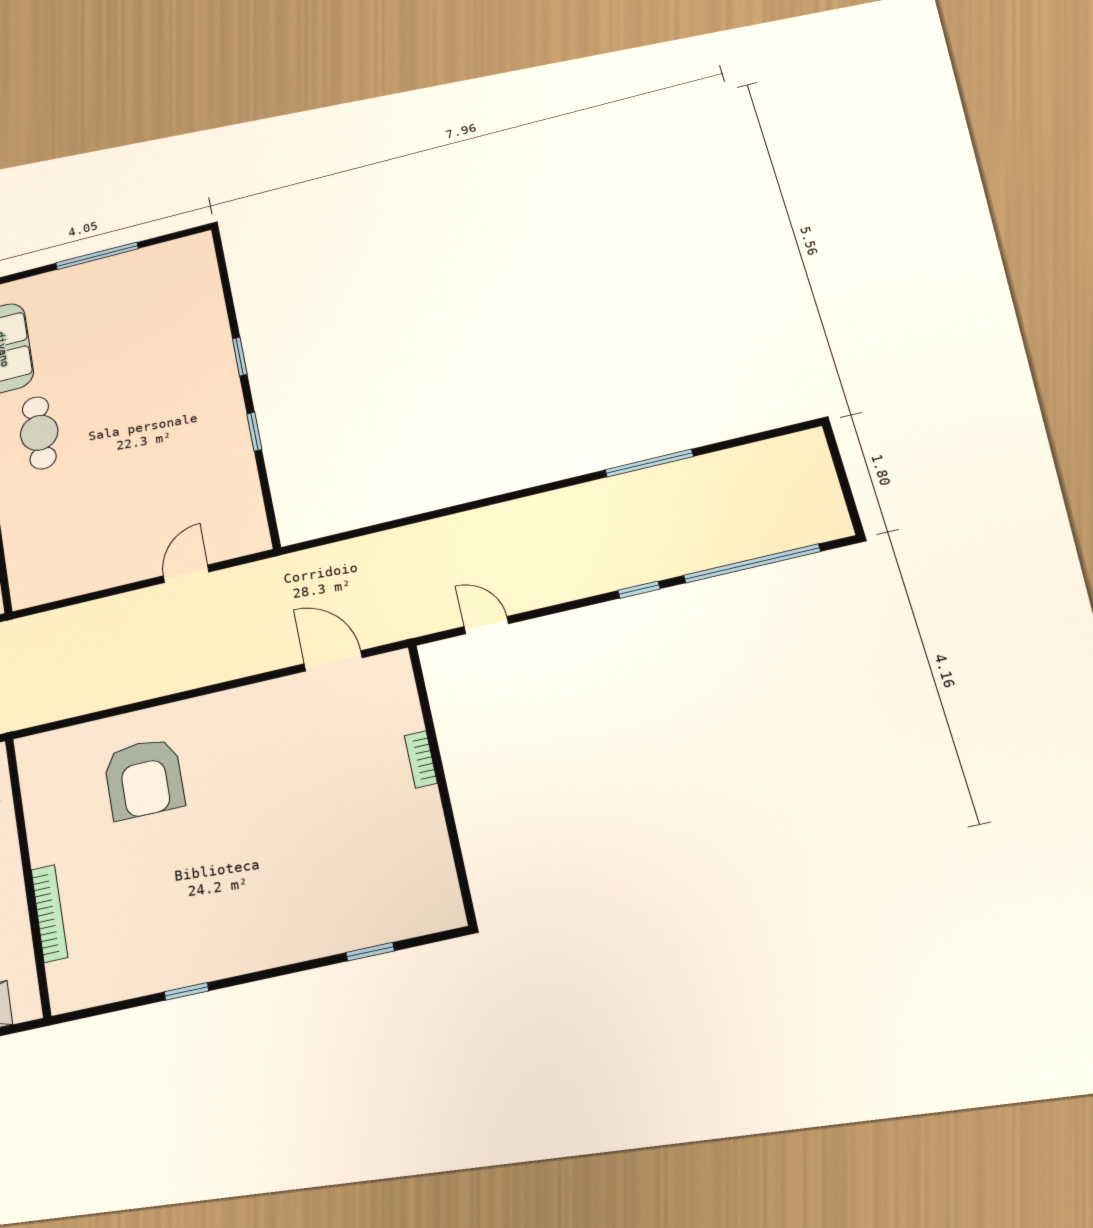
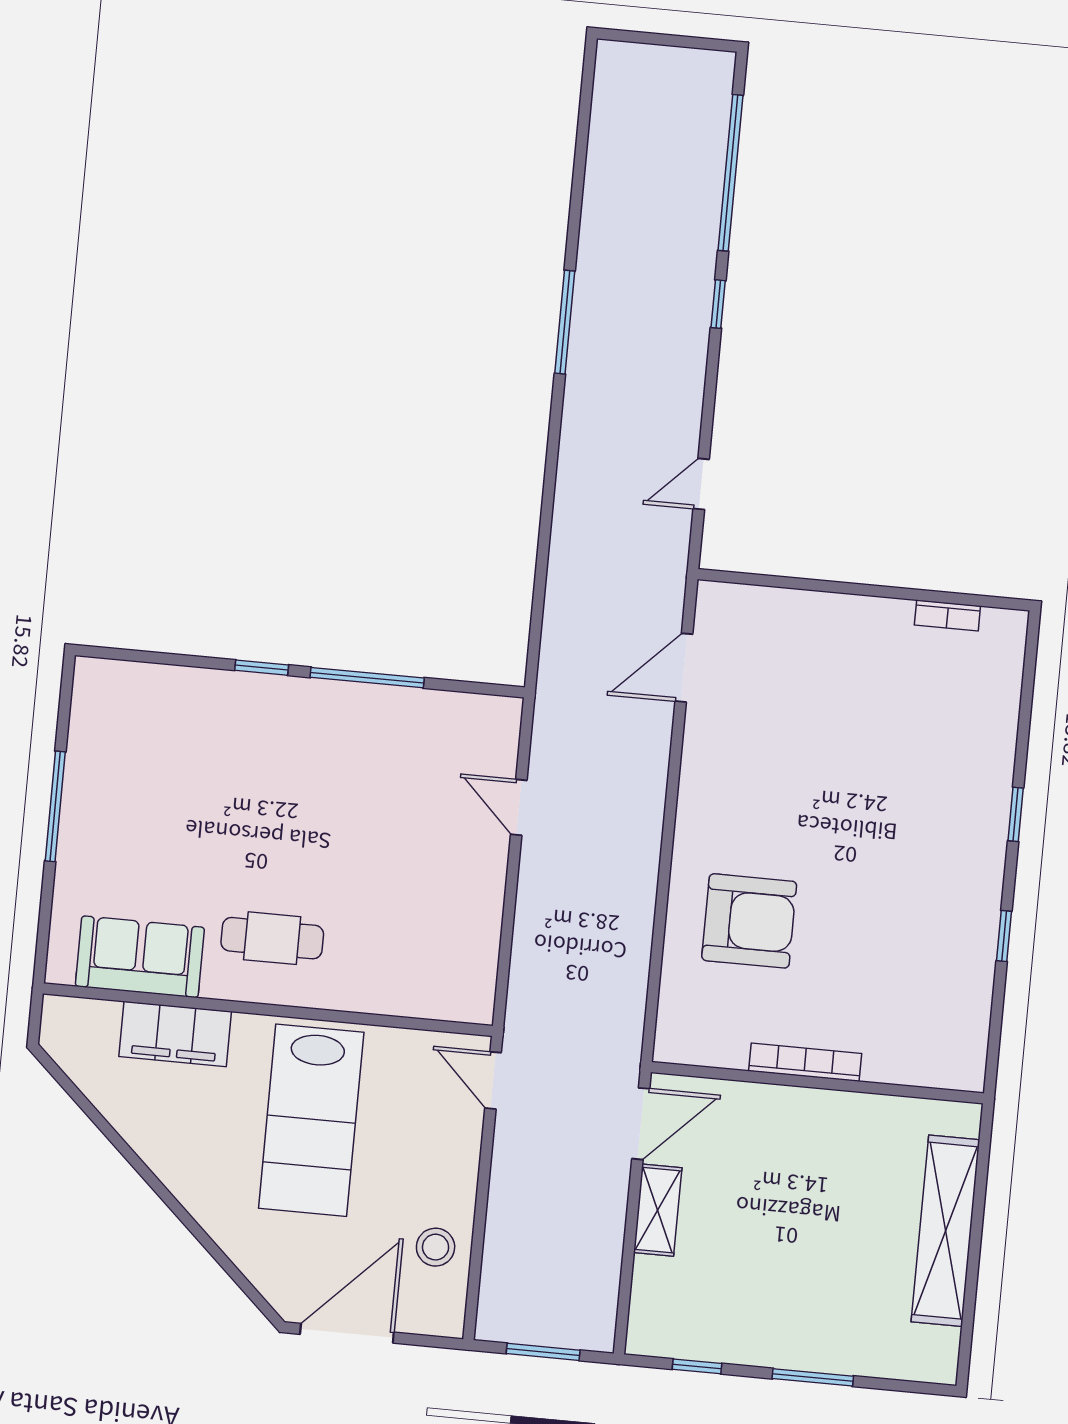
window: (254, 432) -> (367, 678), width x2.17
window: (649, 463) -> (565, 322), moved
bookcase: (421, 759) -> (947, 616), moved
bookcase: (49, 913) -> (805, 1062), moved
window: (370, 952) -> (1016, 814), moved

